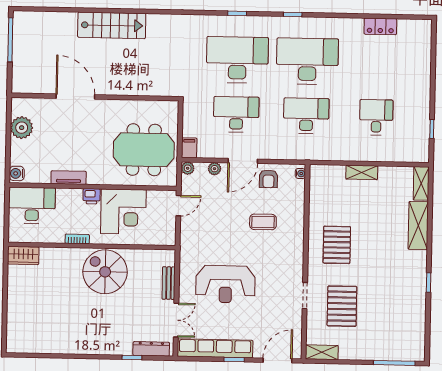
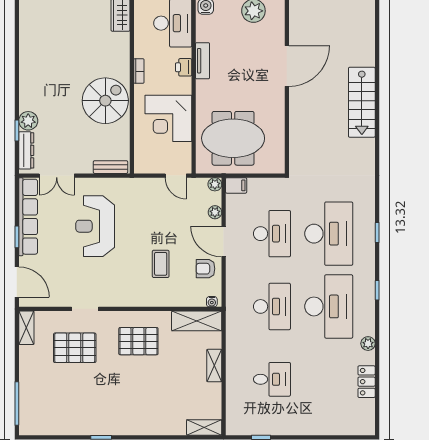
plant: (344, 24) -> (368, 344), added
meeting table: (144, 150) -> (233, 138), turned 90
printer: (92, 196) -> (184, 67), moved
shelving: (418, 226) -> (197, 321), moved
bench: (169, 283) -> (110, 167), moved
plant: (123, 346) -> (28, 121), added

